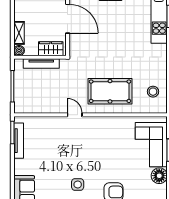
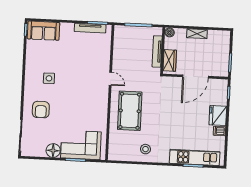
shelving: (19, 33) -> (197, 34), moved
stool: (153, 92) -> (145, 149), moved
door: (75, 115) -> (110, 79), hinge flipped

